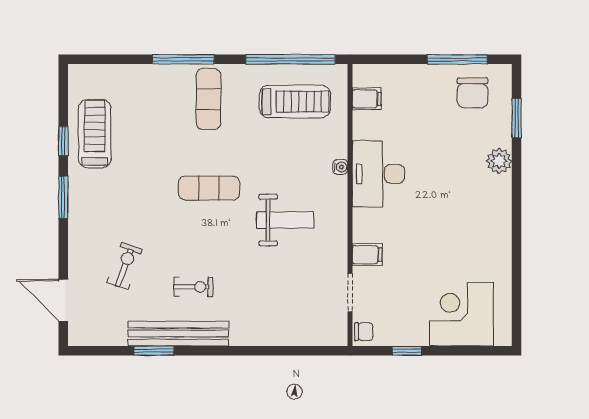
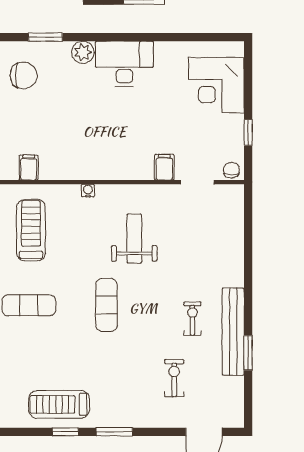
desk: (378, 174) -> (124, 64), moved, turned 180
exercise bike: (125, 266) -> (174, 378), turned 70

